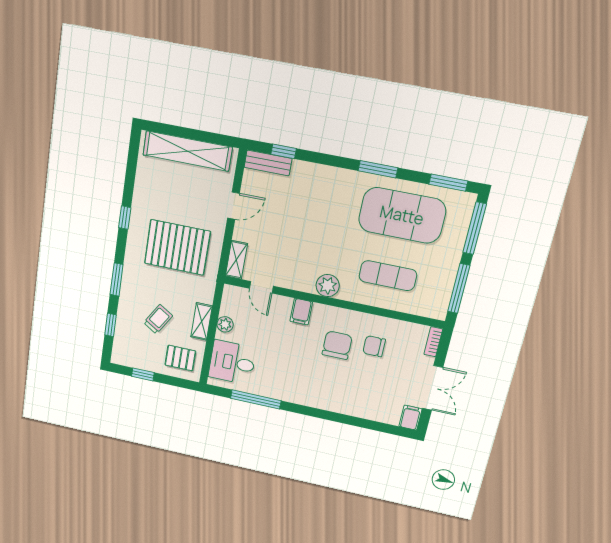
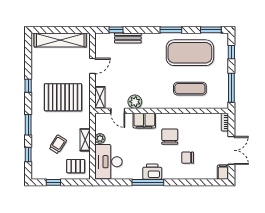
bench: (268, 163) -> (128, 38), moved
window: (475, 228) -> (231, 52), width x0.46
plant: (328, 286) -> (135, 102), moved
filing cabinet: (301, 312) -> (144, 121), width x2.00
chair: (374, 346) -> (188, 158), moved
desk: (232, 362) -> (108, 162), width x1.37
printer: (298, 392) -> (152, 172), added
window: (256, 399) -> (148, 182), moved

